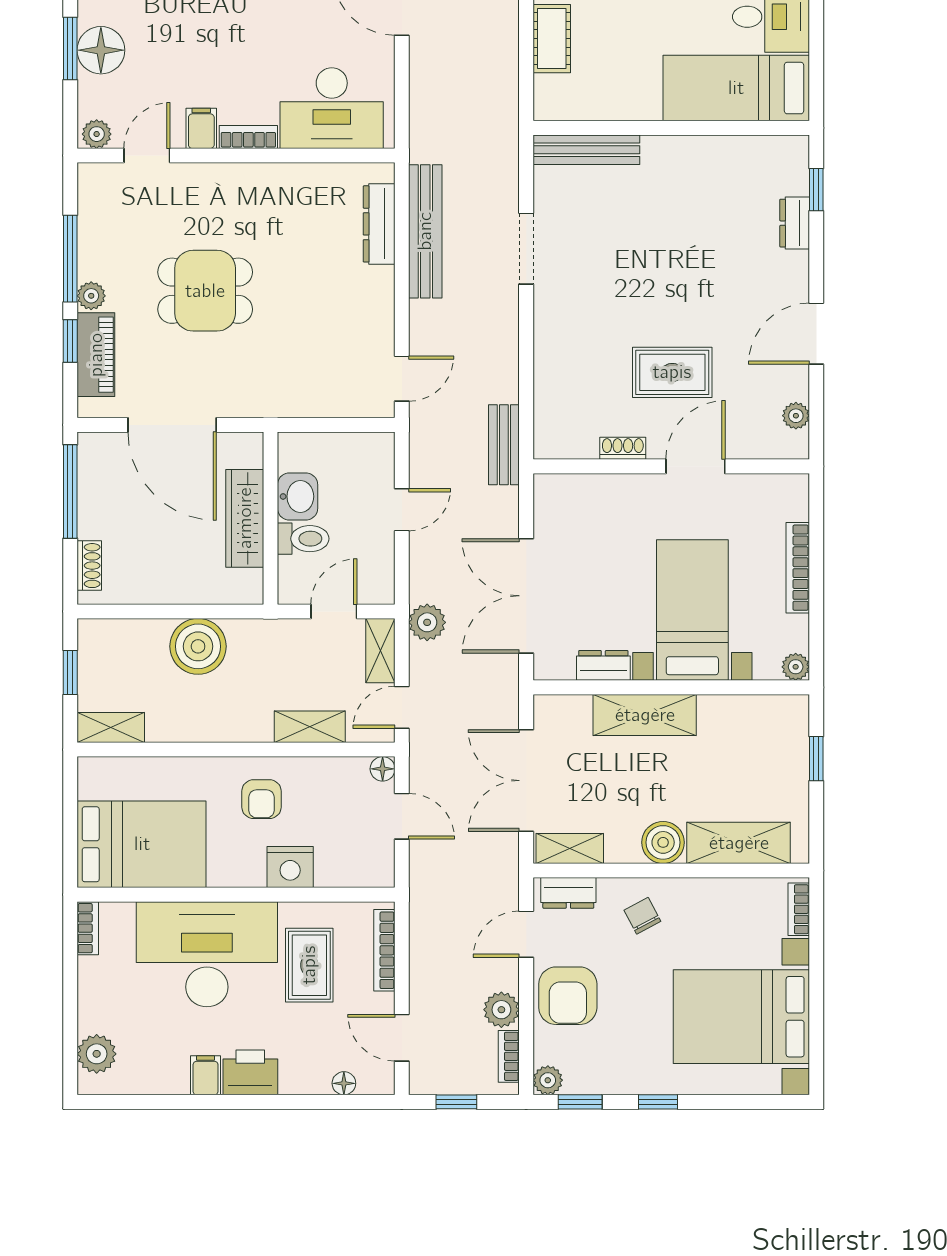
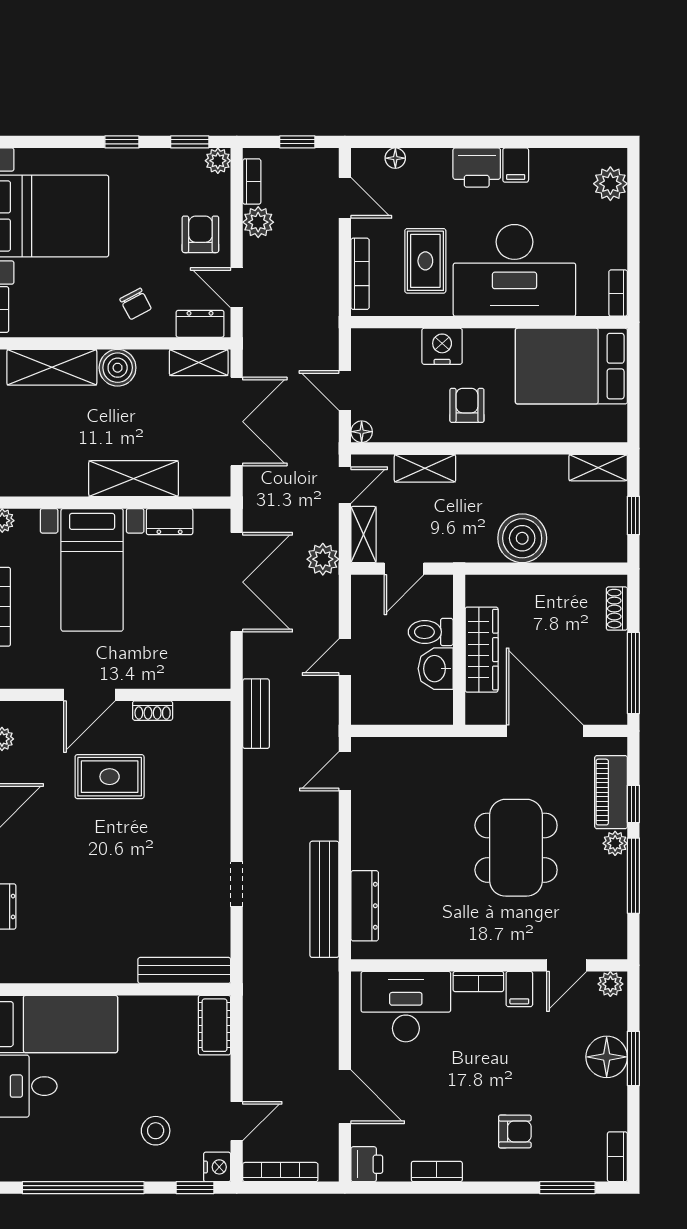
cot: (552, 39) -> (214, 1025), moved
doorway: (526, 249) -> (237, 884), width x0.73
dining table: (205, 291) -> (516, 848), width x1.38
door: (526, 934) -> (237, 288), swing flipped
armchair: (568, 996) -> (200, 234), width x0.72, depth x0.72

